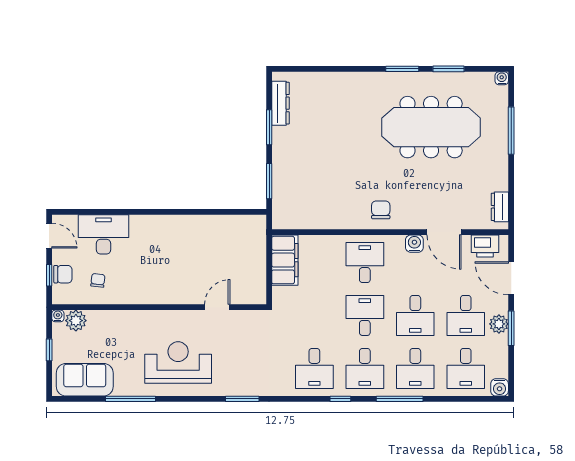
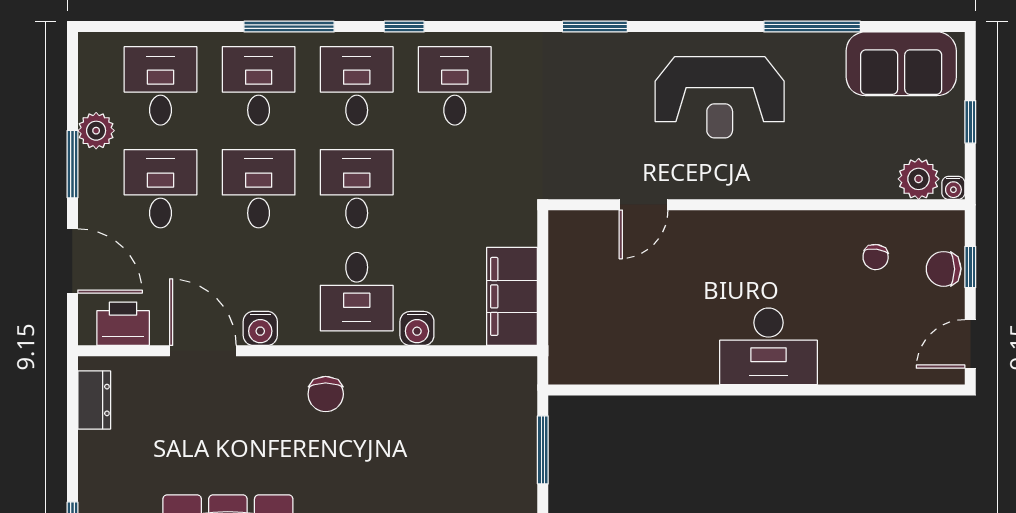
desk: (104, 234) -> (768, 346), moved
door: (49, 236) -> (970, 344), hinge flipped
desk: (365, 315) -> (357, 189), turned 180
plant: (499, 324) -> (96, 131), moved
water cooler: (500, 387) -> (417, 328), moved, turned 180

